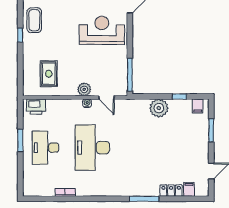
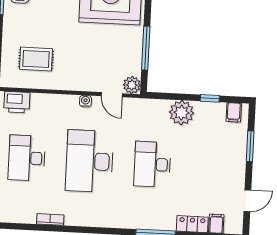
rug: (49, 74) -> (36, 59), turned 90
window: (130, 75) -> (146, 48), moved
plant: (84, 89) -> (132, 85), moved
desk: (139, 148) -> (152, 164), added

